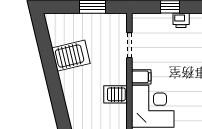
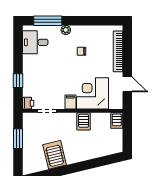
printer: (181, 20) -> (28, 103), moved

